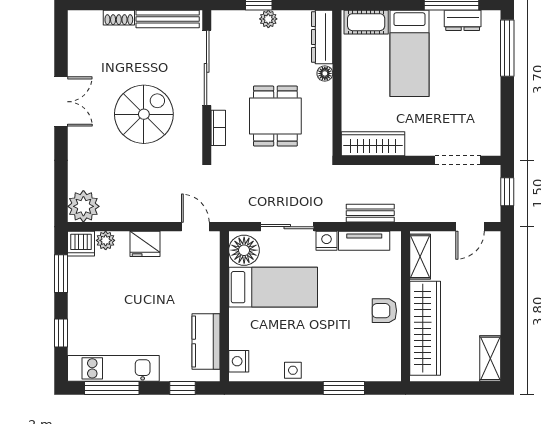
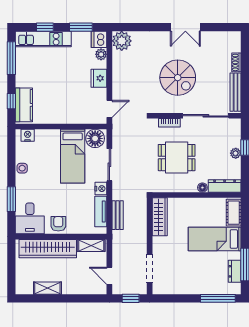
kitchen counter: (206, 341) -> (24, 105), moved, turned 90
desk: (376, 358) -> (30, 218), added
shelving: (490, 358) -> (47, 288), moved
kitchen unit: (113, 368) -> (43, 39), moved, turned 90

